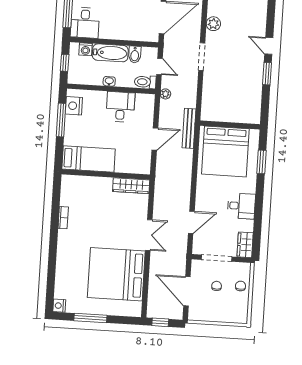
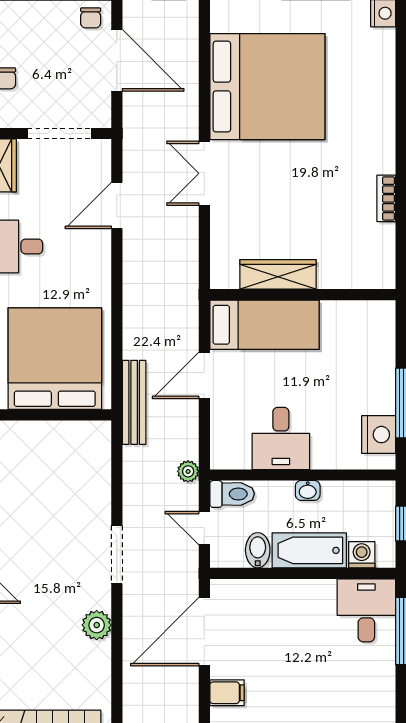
bed: (89, 159) -> (264, 325), moved, turned 180
wardrobe: (131, 186) -> (278, 274), moved
chair: (217, 286) -> (91, 18), moved

